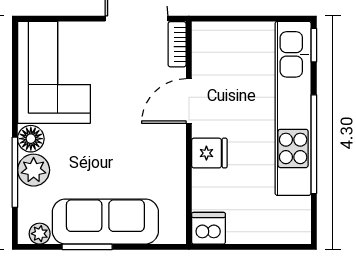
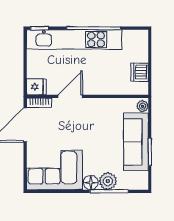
door: (189, 101) -> (70, 96), swing flipped
fridge: (209, 153) -> (36, 87), moved, turned 90
dishwasher: (208, 228) -> (140, 72), moved
plant: (40, 234) -> (143, 106), moved

